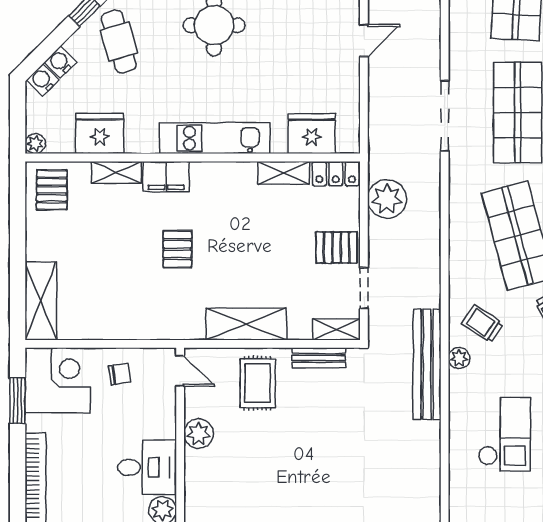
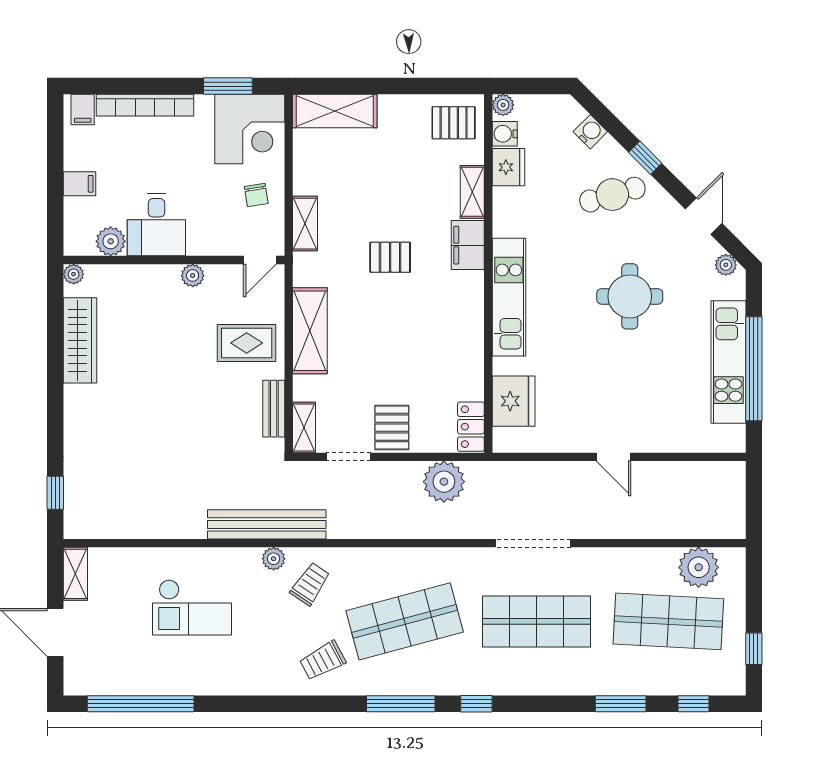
water cooler: (43, 80) -> (505, 134), moved, turned -135
fridge: (100, 134) -> (508, 167), width x0.73, depth x0.75
shelving: (284, 173) -> (305, 224), moved
plant: (199, 434) -> (193, 276), width x0.73, depth x0.73

